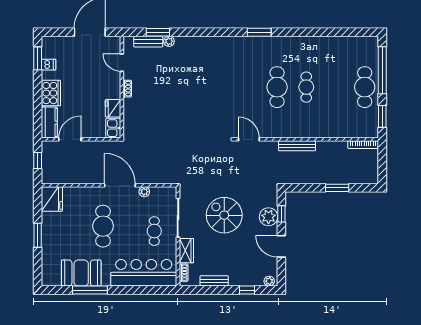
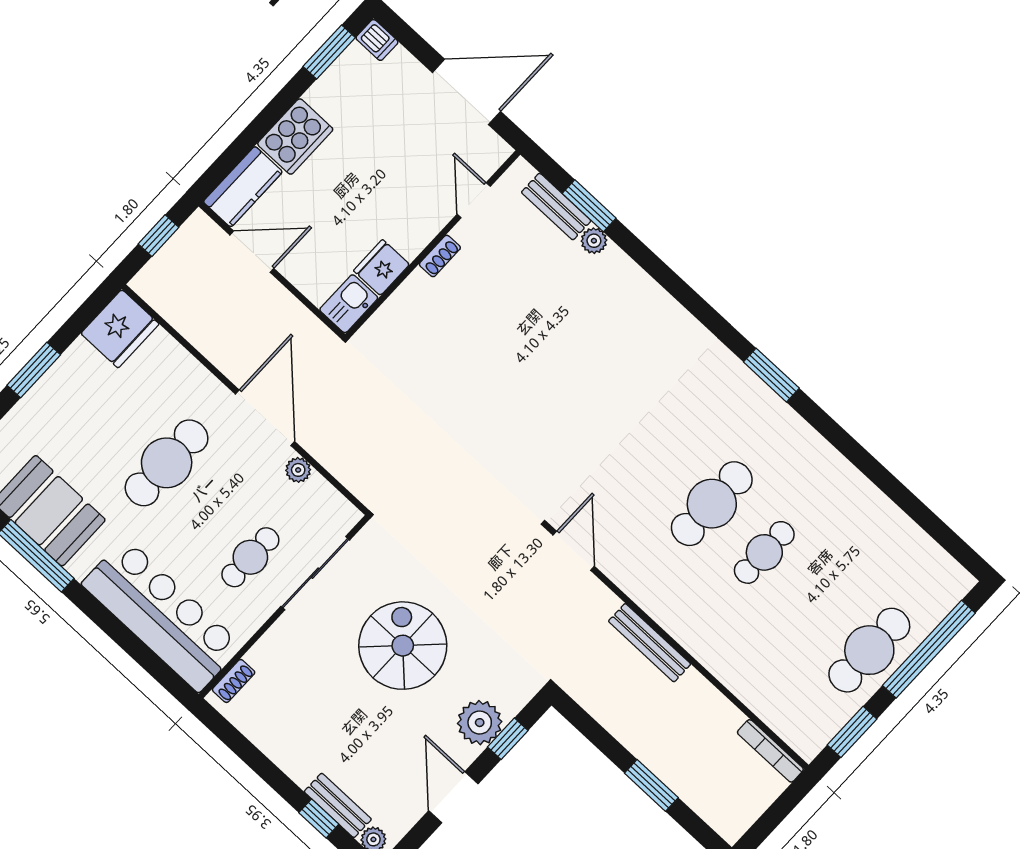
dishwasher: (49, 65) -> (377, 40), moved
wardrobe: (186, 251) -> (276, 646), removed
bench: (214, 281) -> (338, 805), moved

